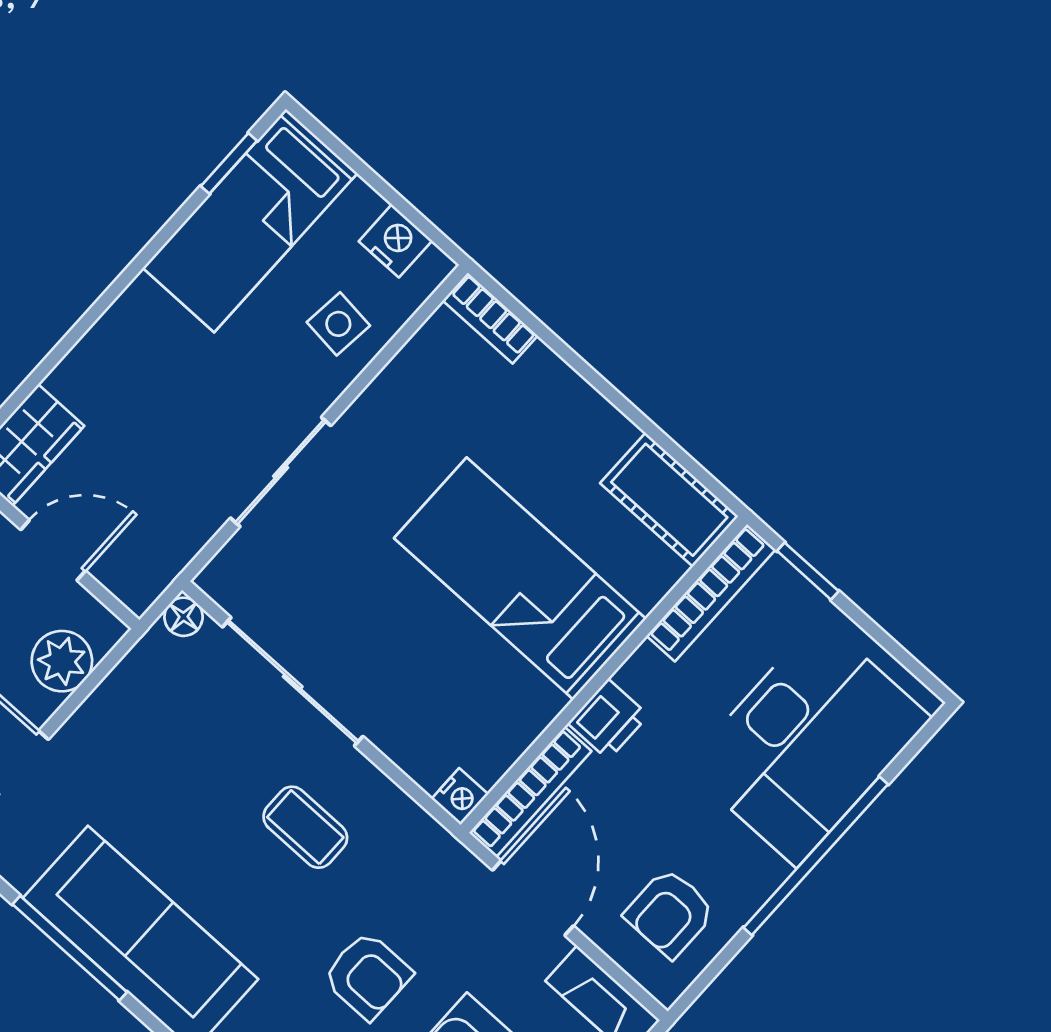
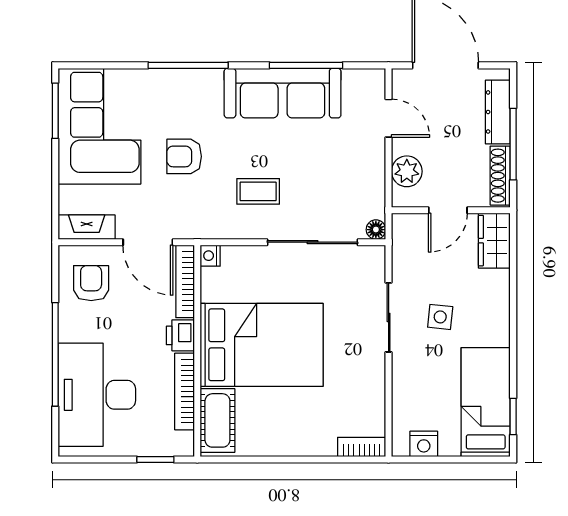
side table: (338, 324) -> (440, 317), moved
cot: (669, 500) -> (217, 420), moved, turned 90
bed: (520, 578) -> (262, 345), width x1.50
bookcase: (711, 593) -> (185, 391), moved

